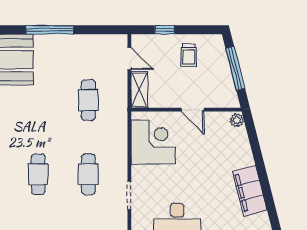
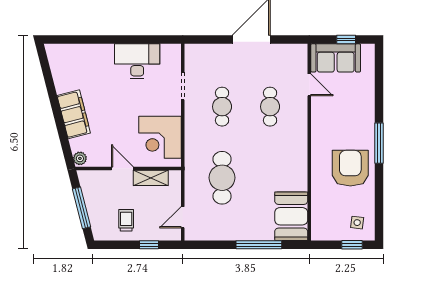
door: (129, 59) -> (183, 217), hinge flipped
shelving: (139, 90) -> (151, 178), moved, turned 90
cafe table: (88, 100) -> (222, 178), width x1.37, depth x1.35
filing cabinet: (250, 191) -> (74, 114), moved

